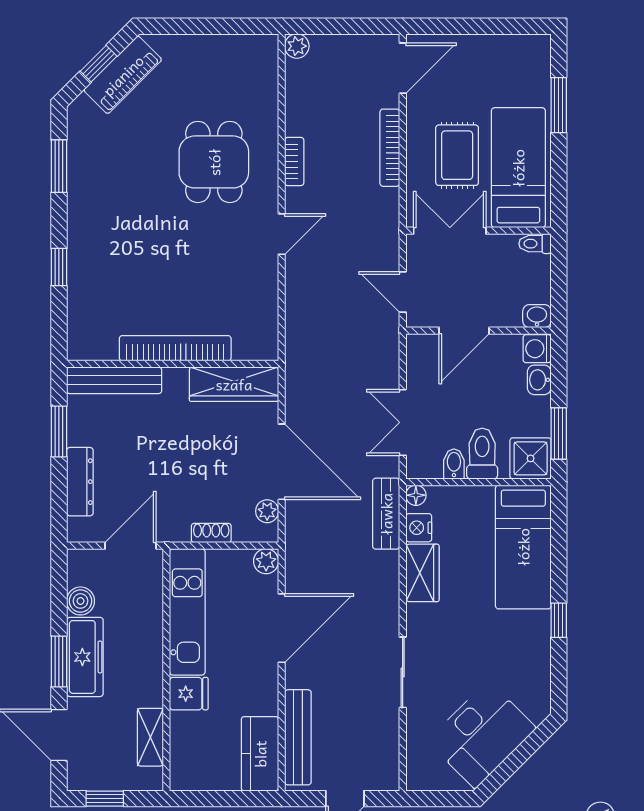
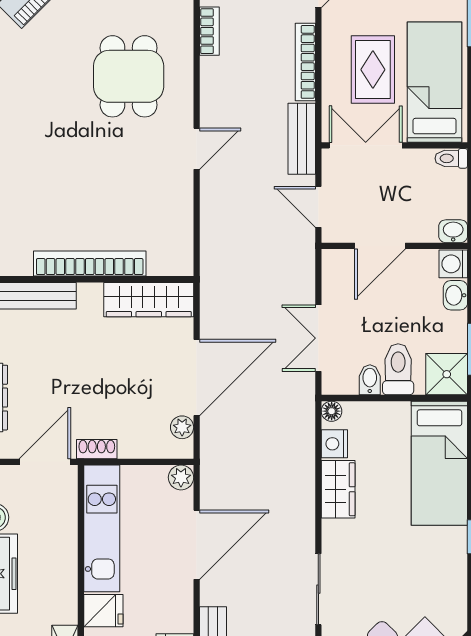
bookcase: (294, 161) -> (209, 31), moved
door: (282, 462) -> (197, 378), hinge flipped
bench: (386, 514) -> (302, 139), moved
shoe rack: (211, 533) -> (97, 449), moved

